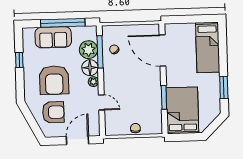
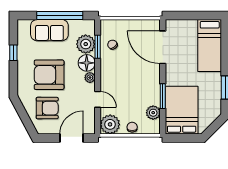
window: (100, 52) -> (98, 47), width x0.69
armchair: (54, 80) -> (49, 75), turned 90
plant: (155, 114) -> (153, 113), added
plant: (114, 126) -> (110, 124), added

